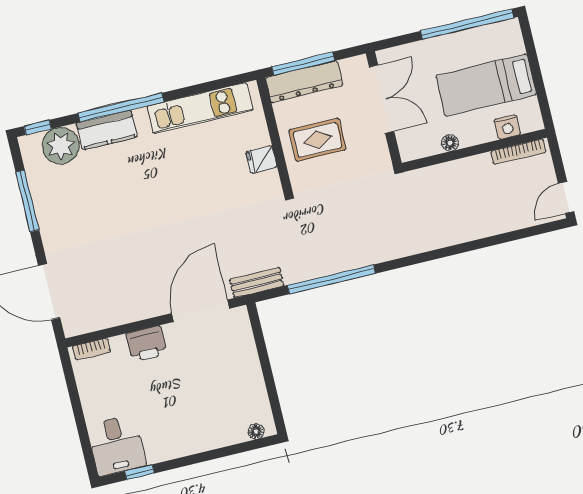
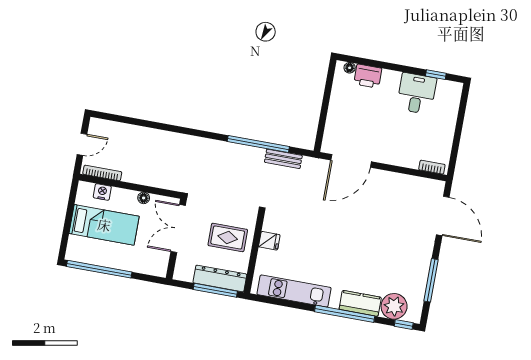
double door: (382, 99) -> (178, 229), moved
door: (566, 197) -> (82, 144), moved
bench: (257, 282) -> (283, 159), moved
printer: (146, 344) -> (368, 76), moved, turned 180
desk: (116, 445) -> (417, 94), moved

